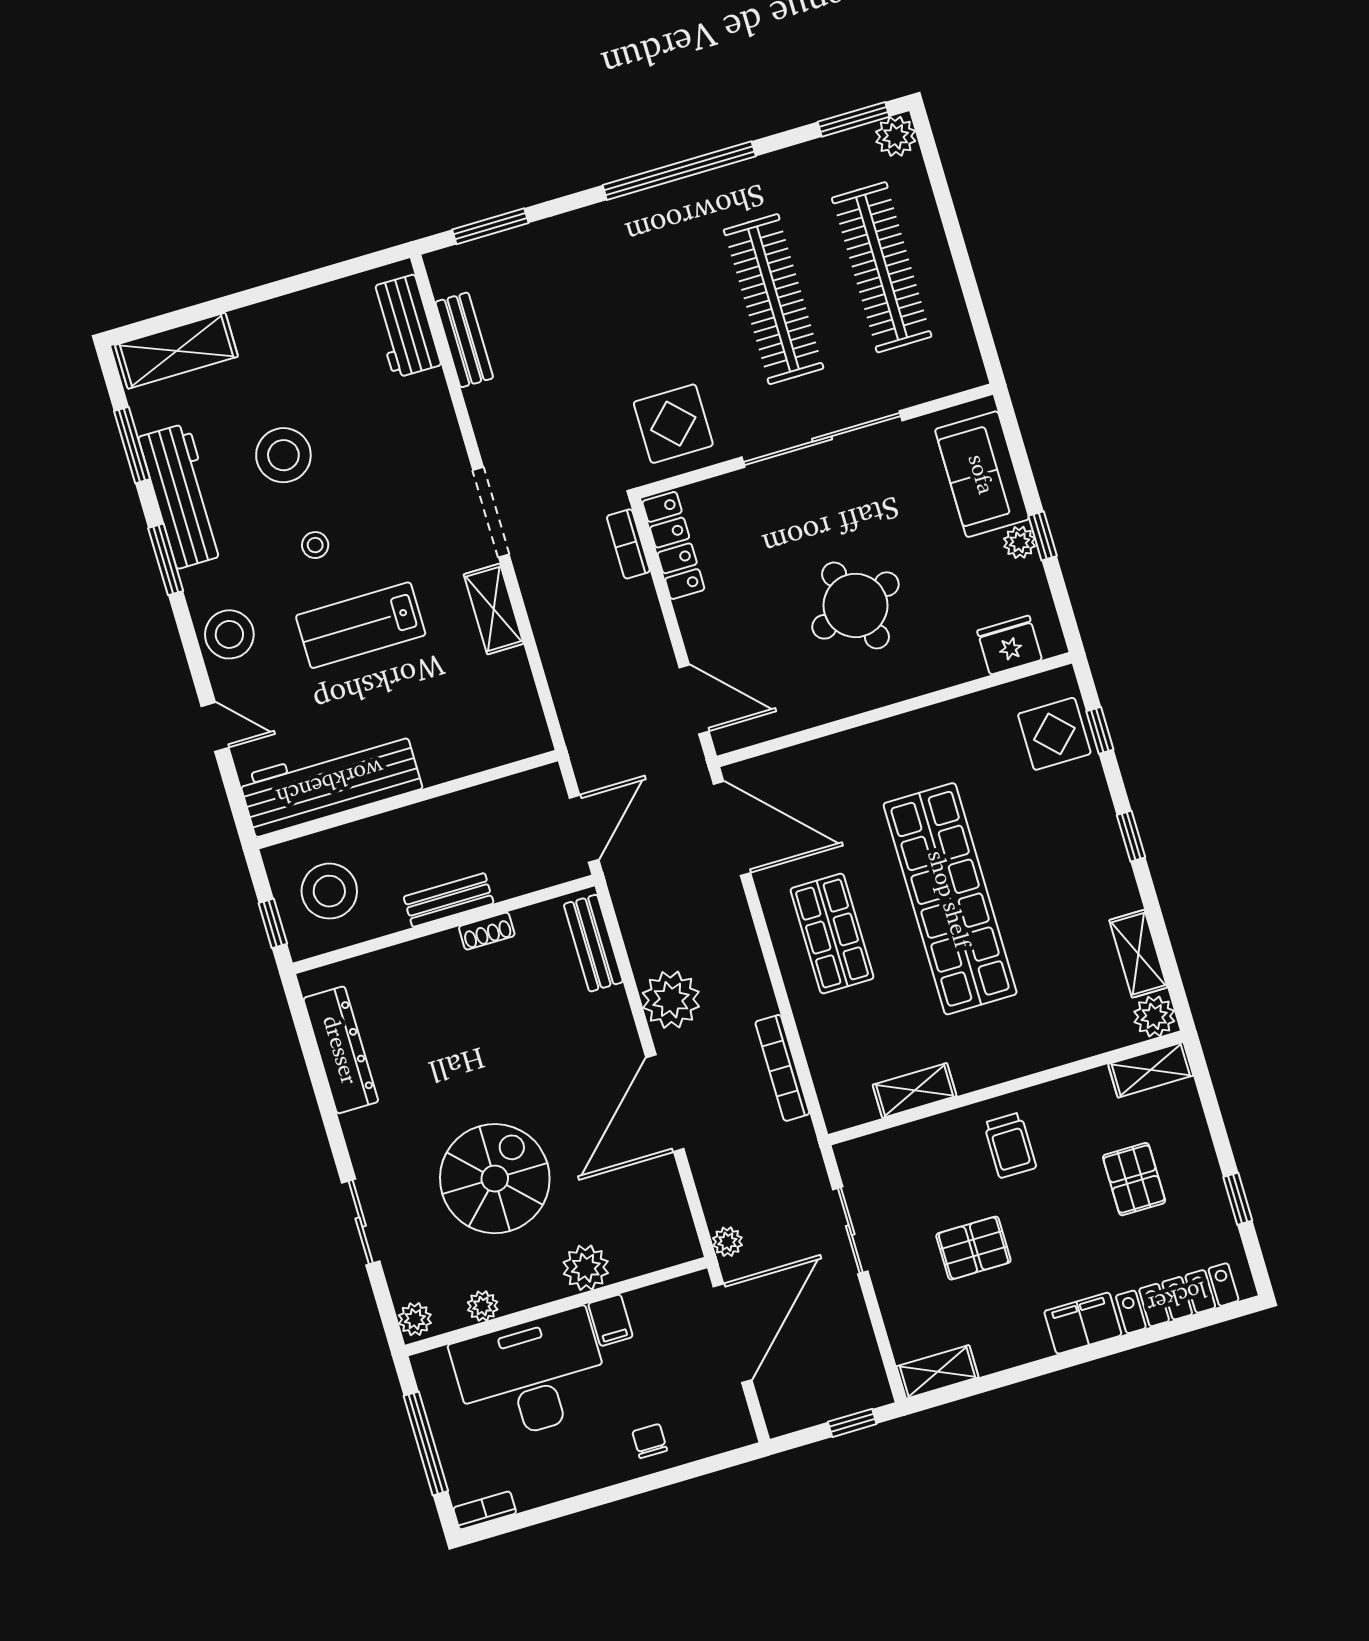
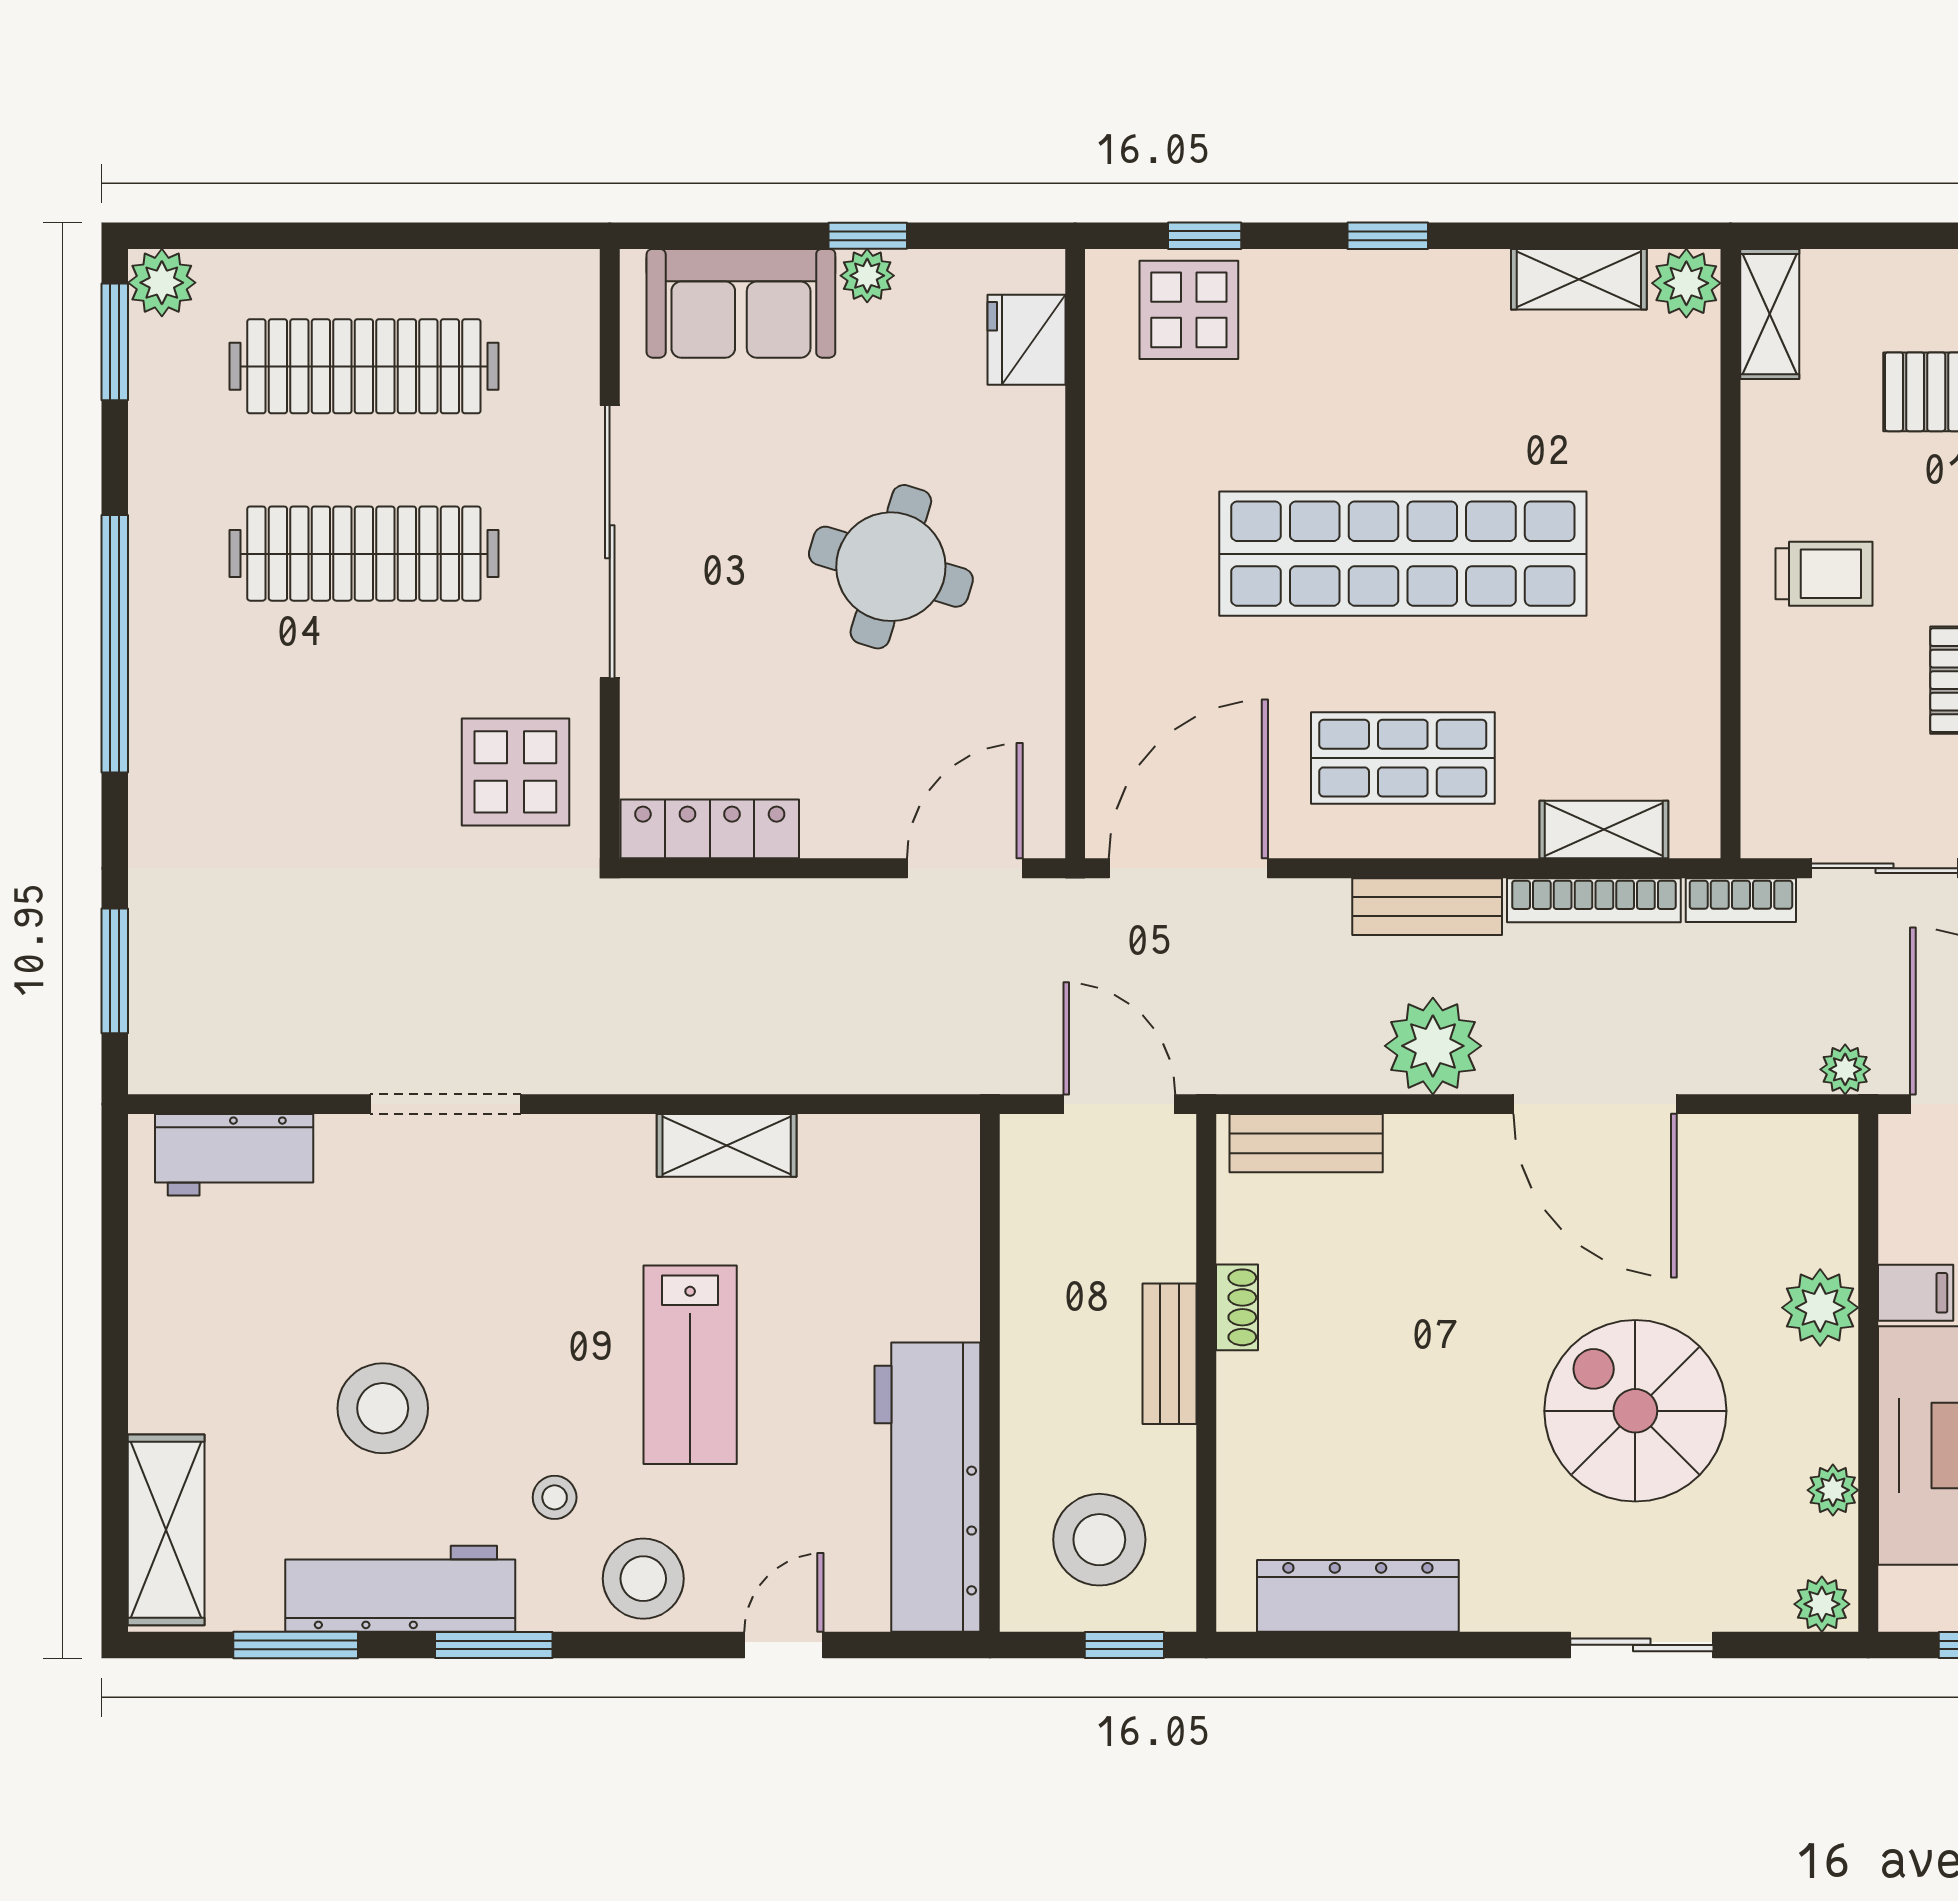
bench: (464, 340) -> (1427, 907), moved
doorway: (491, 512) -> (446, 1104), moved
bookcase: (628, 544) -> (1741, 900), moved
stool: (315, 545) -> (555, 1497), moved
round table: (855, 605) -> (891, 567), turned 35
shelving: (915, 1090) -> (1604, 829), moved, turned 90

